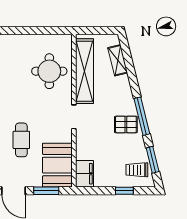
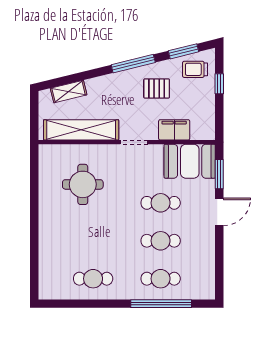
round table: (49, 71) -> (83, 184), moved
pallet: (126, 124) -> (157, 88), moved, turned 90
trolley: (137, 170) -> (195, 69), turned 90
filing cabinet: (85, 174) -> (174, 130), moved

